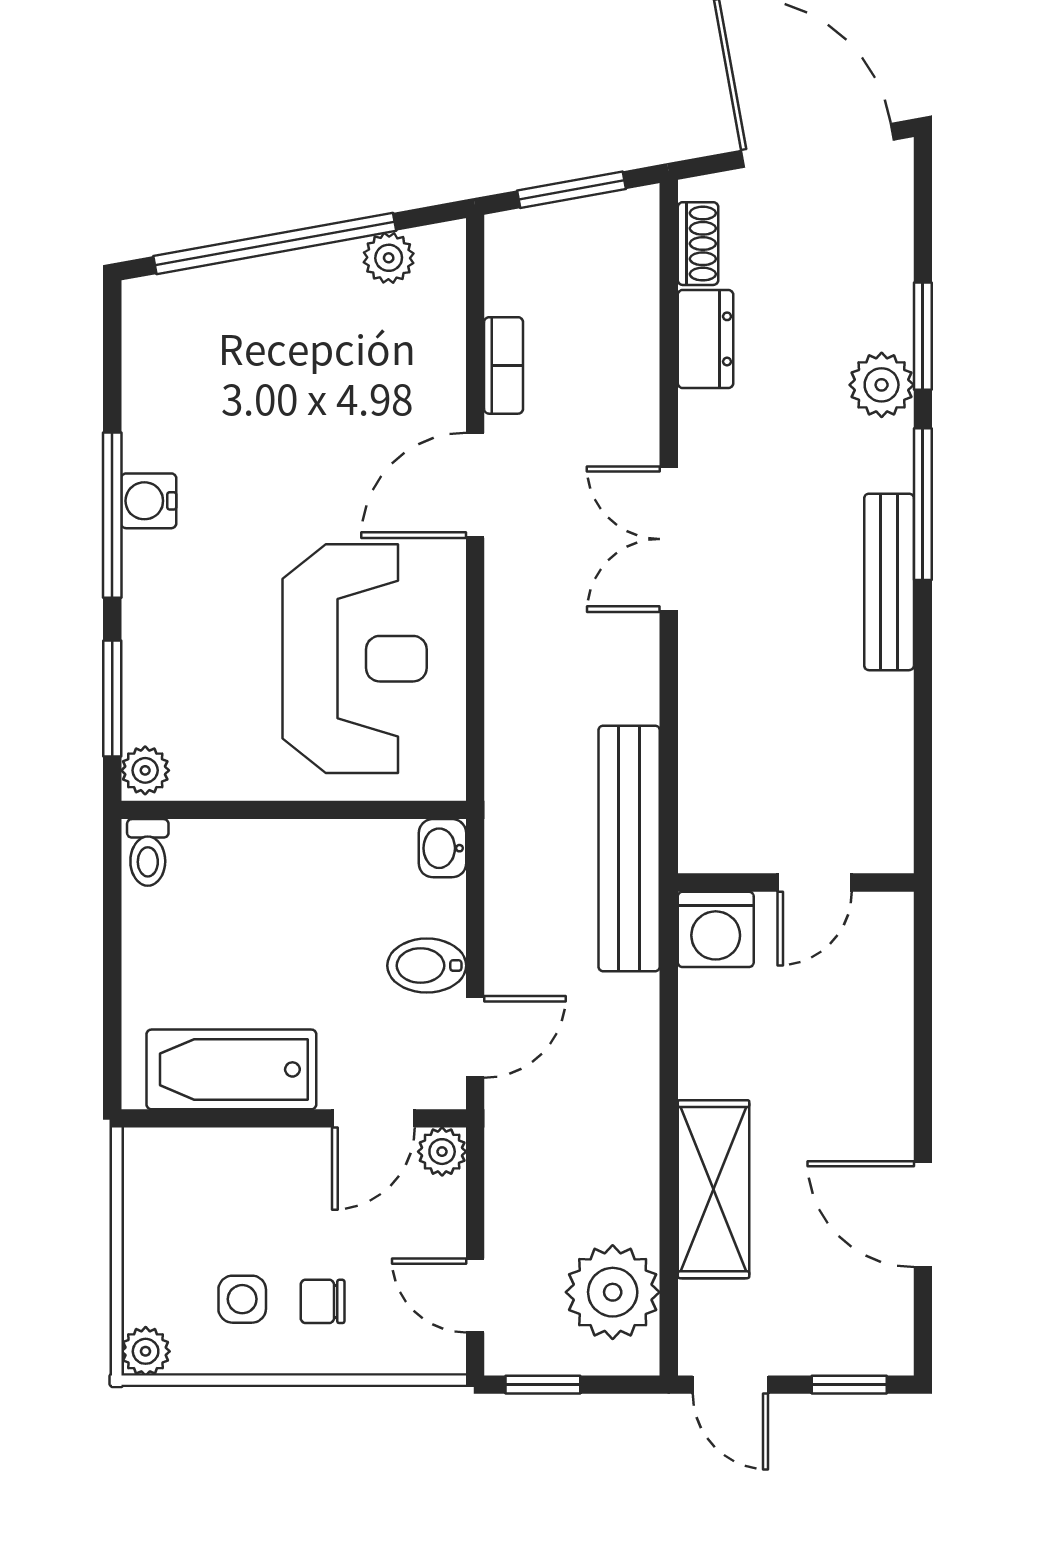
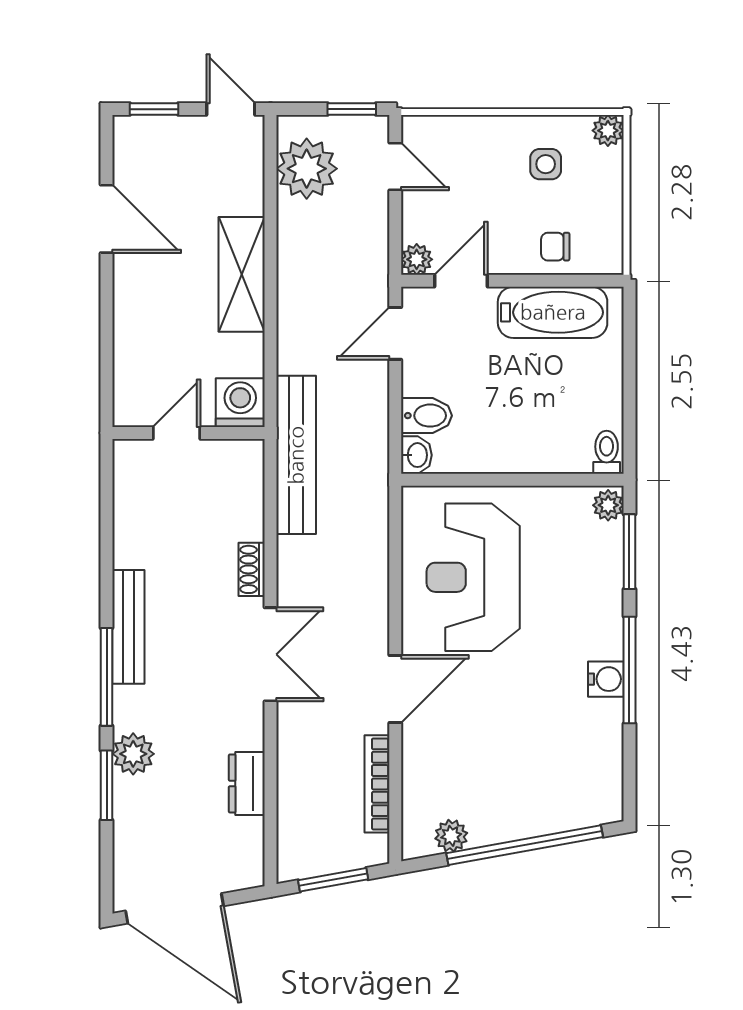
shoe rack: (698, 244) -> (252, 569), moved
bookcase: (504, 365) -> (377, 784), width x1.56
bidet: (427, 966) -> (427, 416), moved
shelving: (714, 1189) -> (242, 274), moved
chair: (323, 1301) -> (555, 247), moved, turned 180

